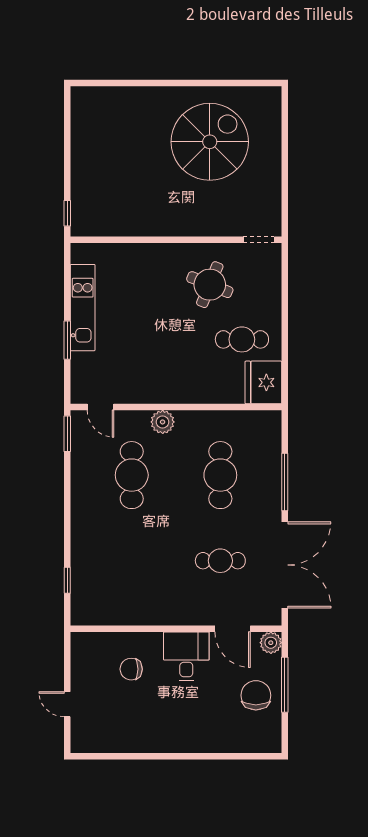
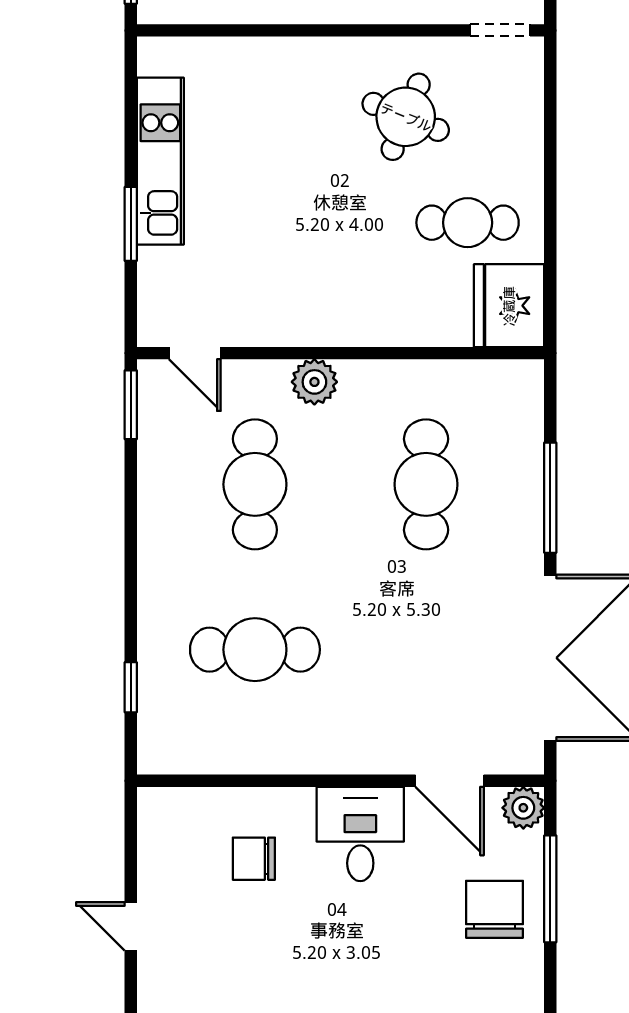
cafe table: (220, 561) -> (255, 650), moved, width x1.37, depth x1.35

